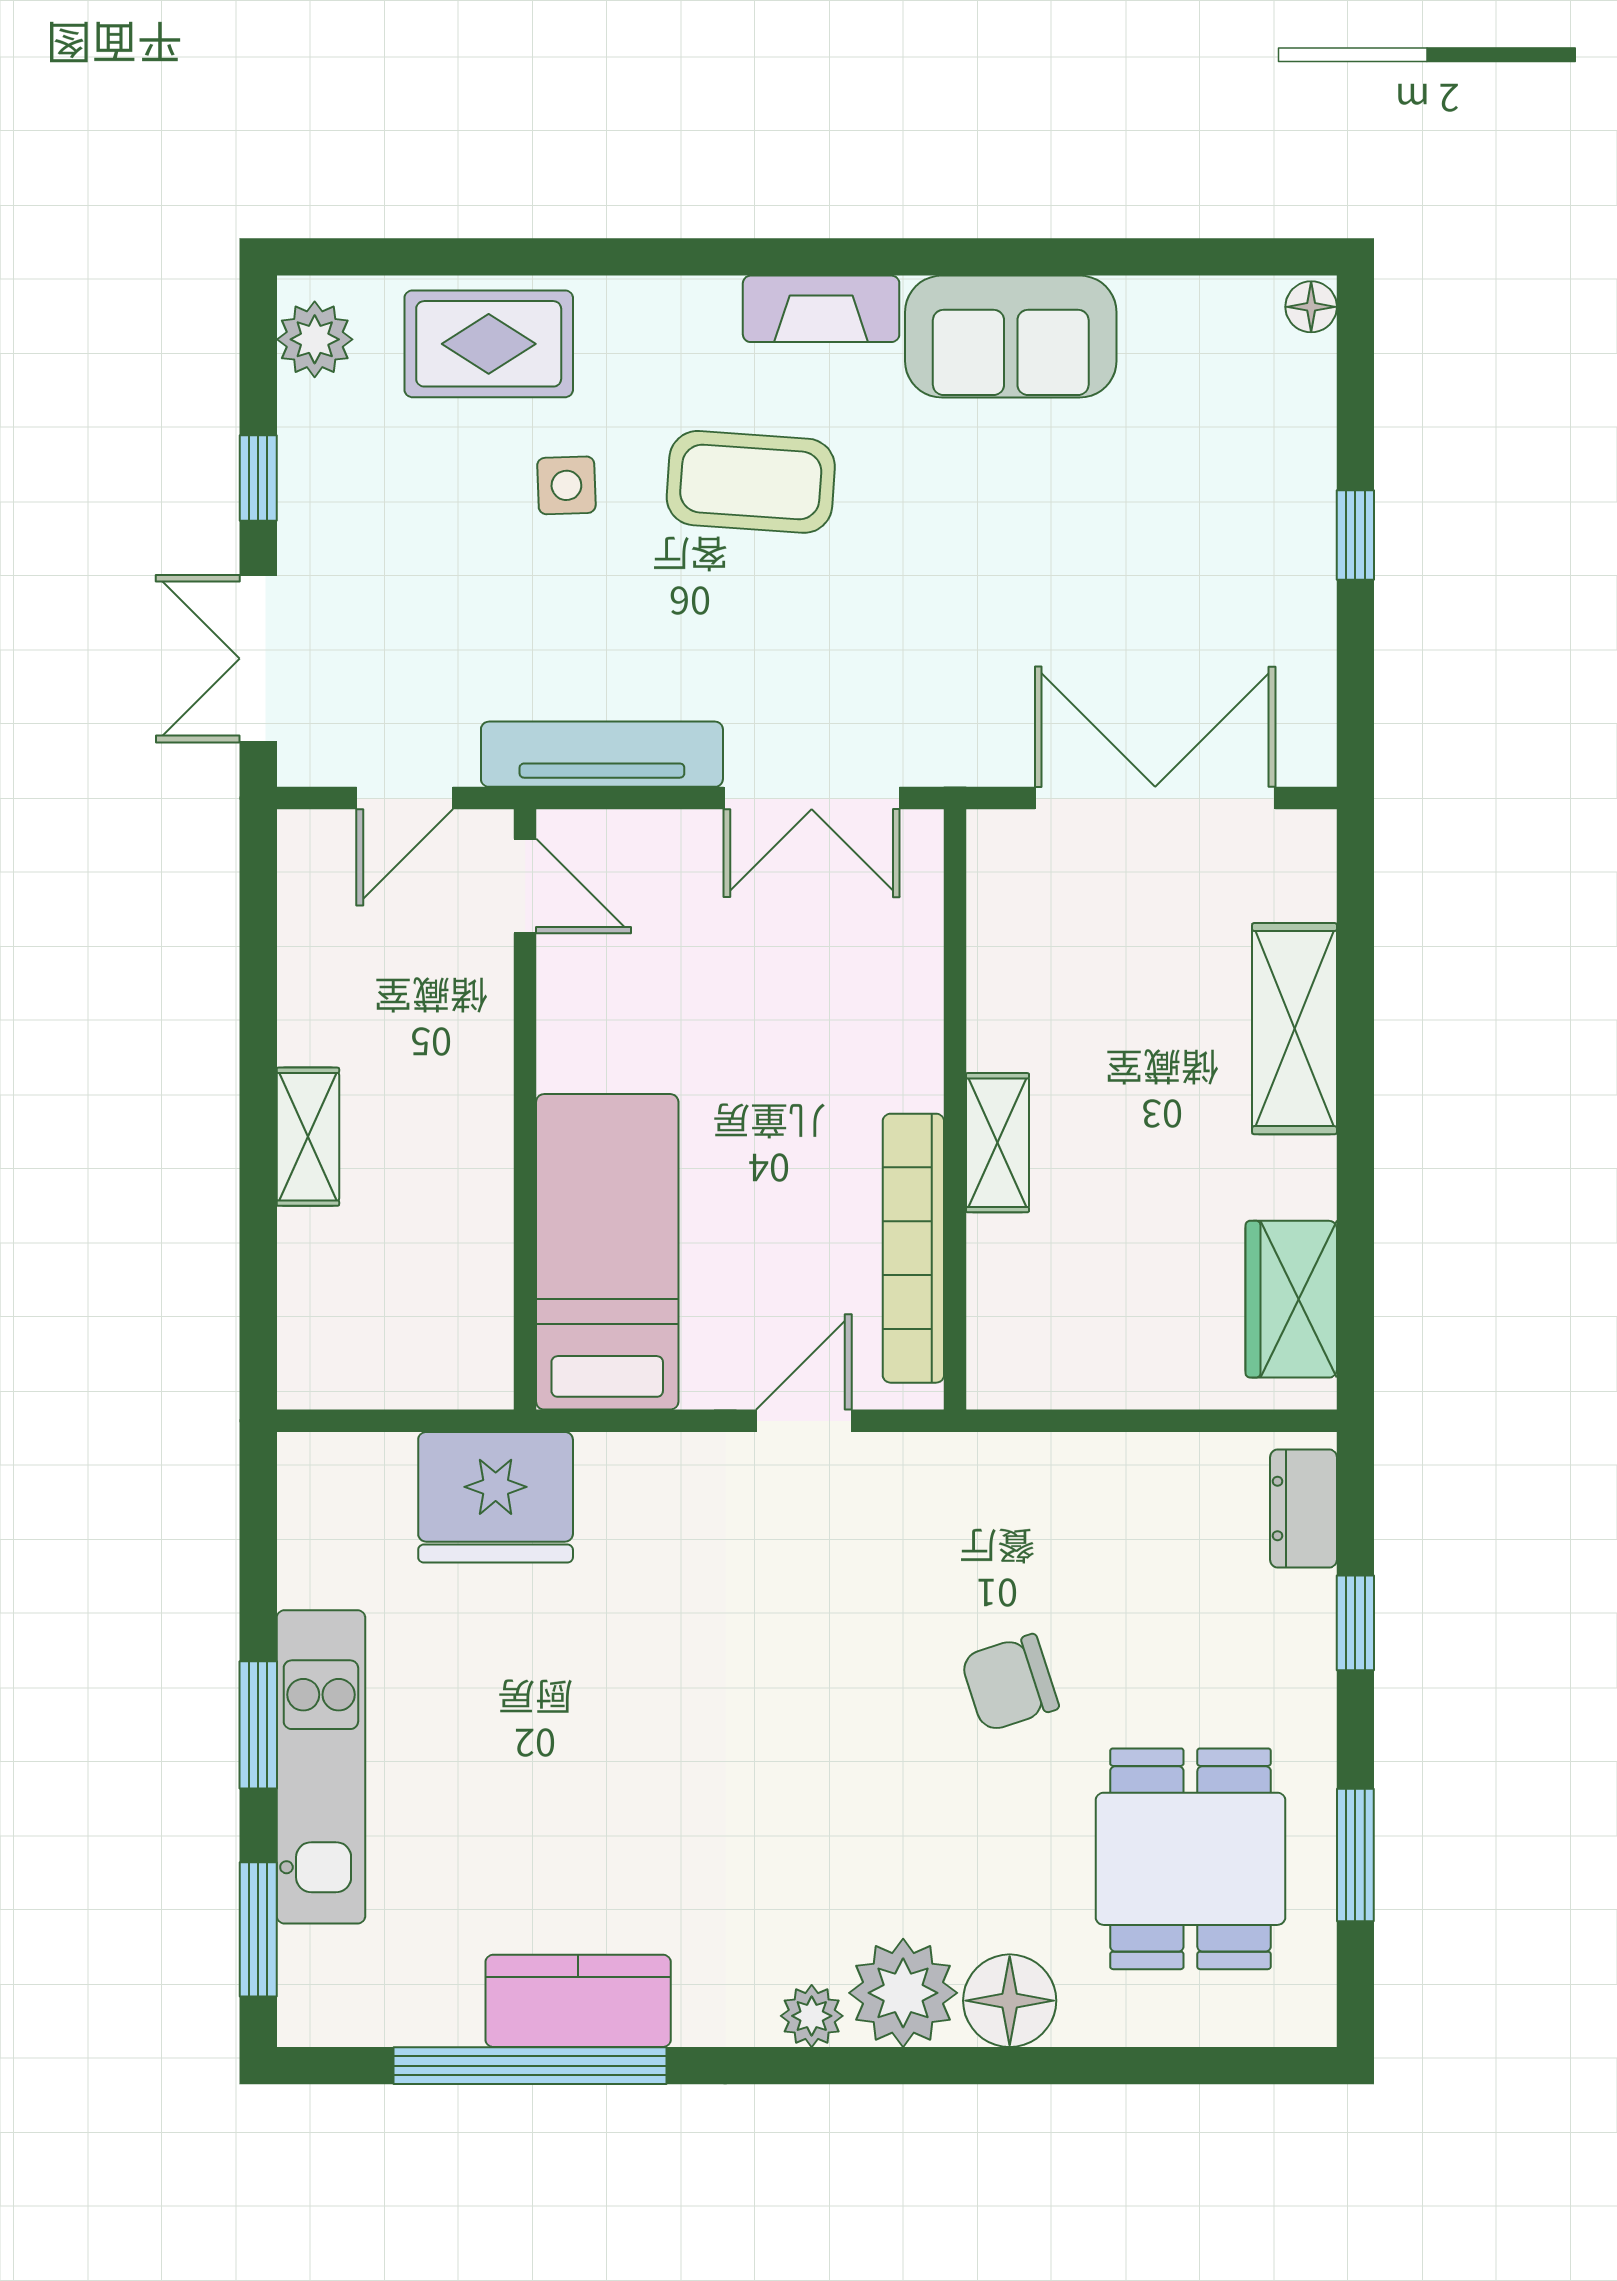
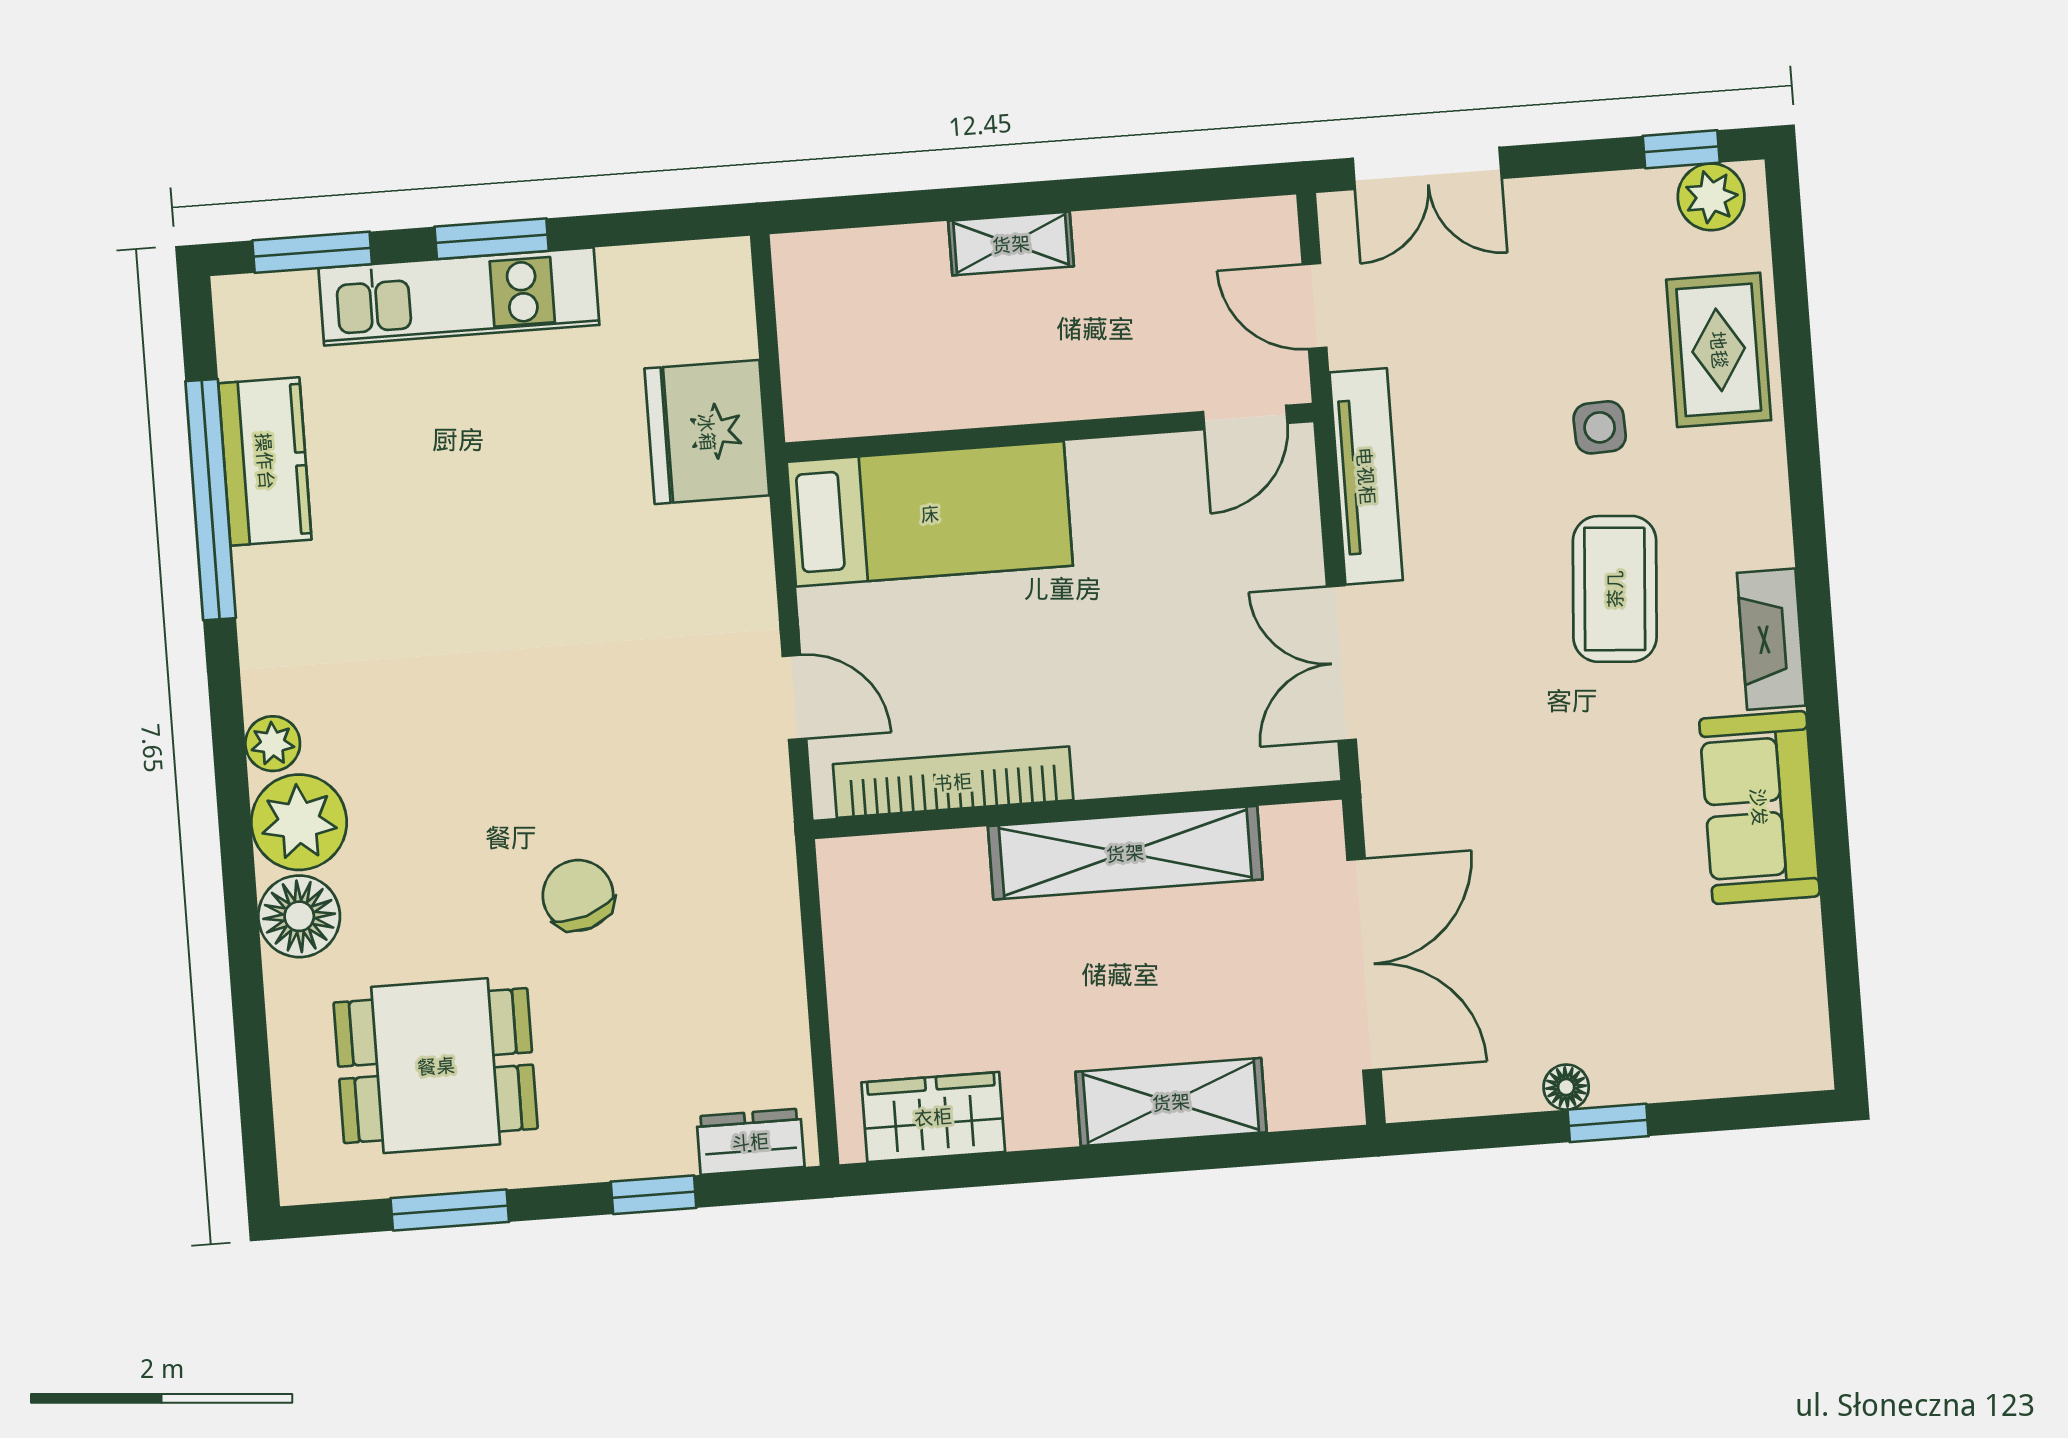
floor lamp: (1311, 307) -> (1566, 1087), moved
window: (258, 478) -> (1681, 149), moved
double door: (258, 659) -> (1427, 168), swing flipped
shelving: (998, 1143) -> (1125, 853), width x2.20, depth x1.33
kitchen counter: (578, 2001) -> (265, 461), moved

